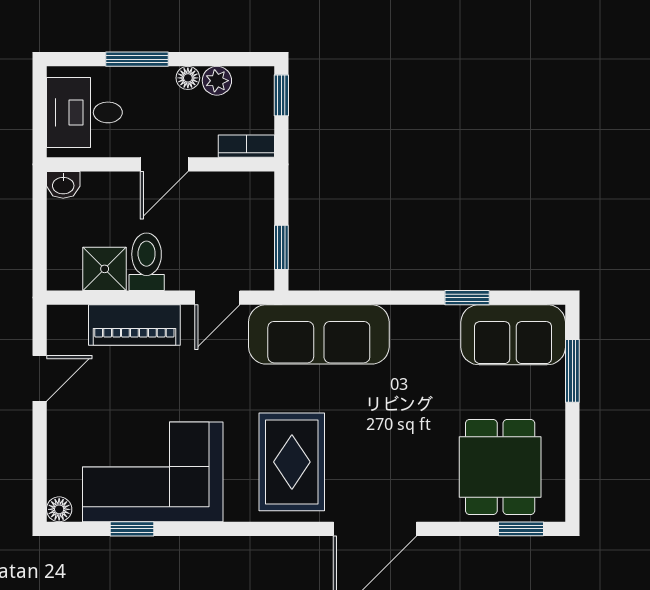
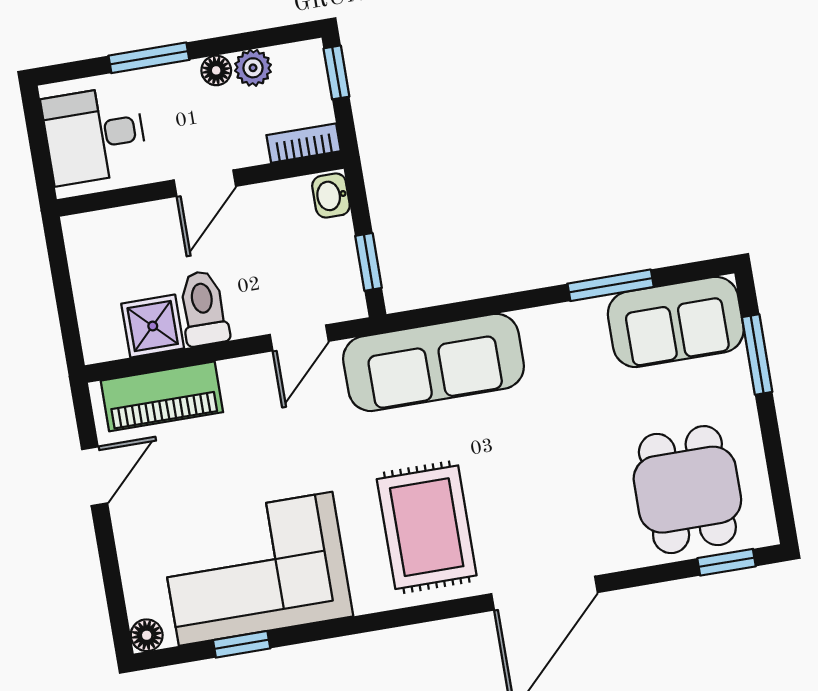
washbasin: (63, 185) -> (331, 196), moved, turned 90
window: (467, 298) -> (611, 285), width x1.50
piano: (134, 325) -> (162, 396), moved

